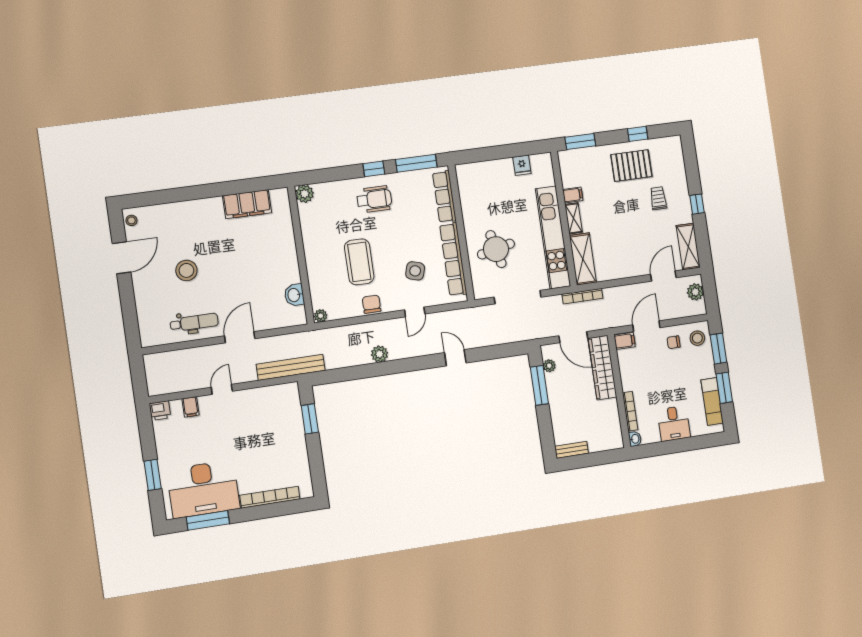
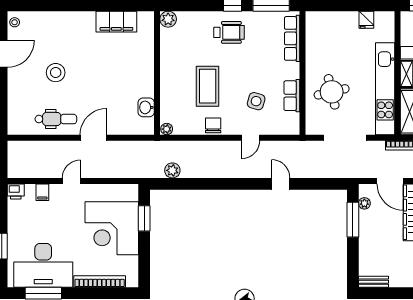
row of seats: (453, 259) -> (292, 96), width x0.50
plant: (380, 354) -> (172, 170), moved
bench: (291, 367) -> (134, 171), removed
corner desk: (275, 435) -> (112, 228), added

